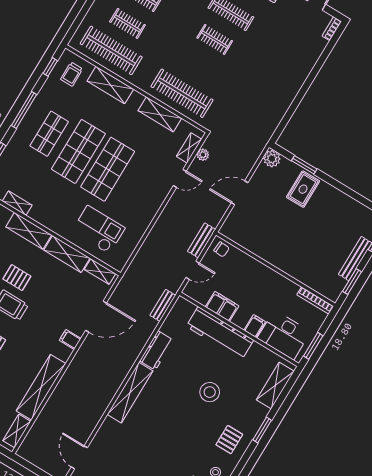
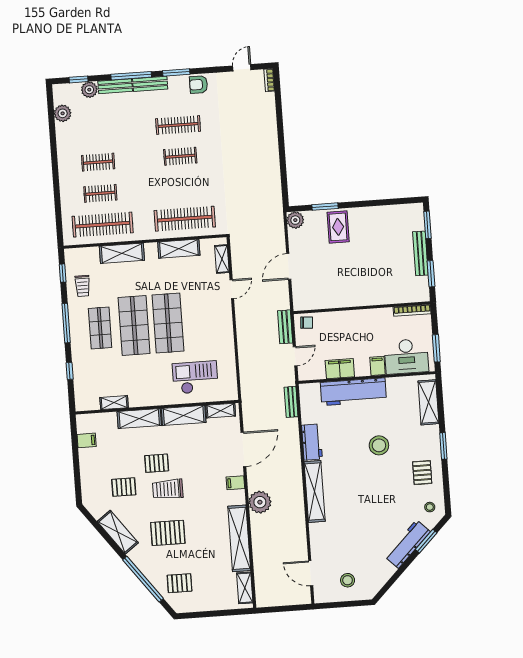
trolley: (72, 74) -> (83, 286), moved
plant: (203, 155) -> (260, 502), moved, width x1.87, depth x1.87

